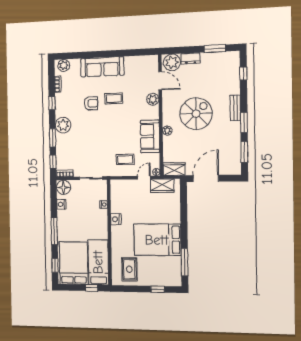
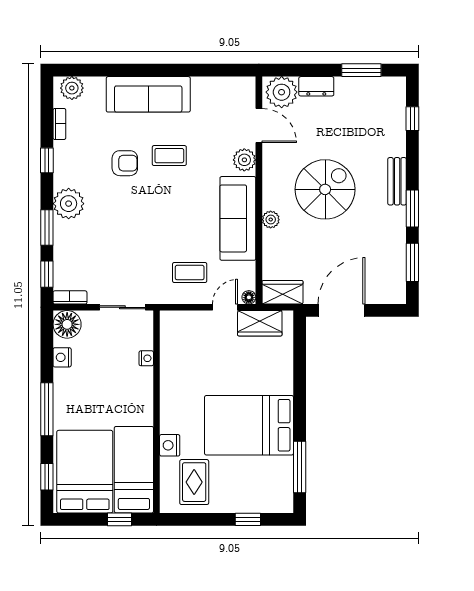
sofa: (150, 136) -> (238, 218), width x1.36
nightstand: (116, 219) -> (170, 445), moved

